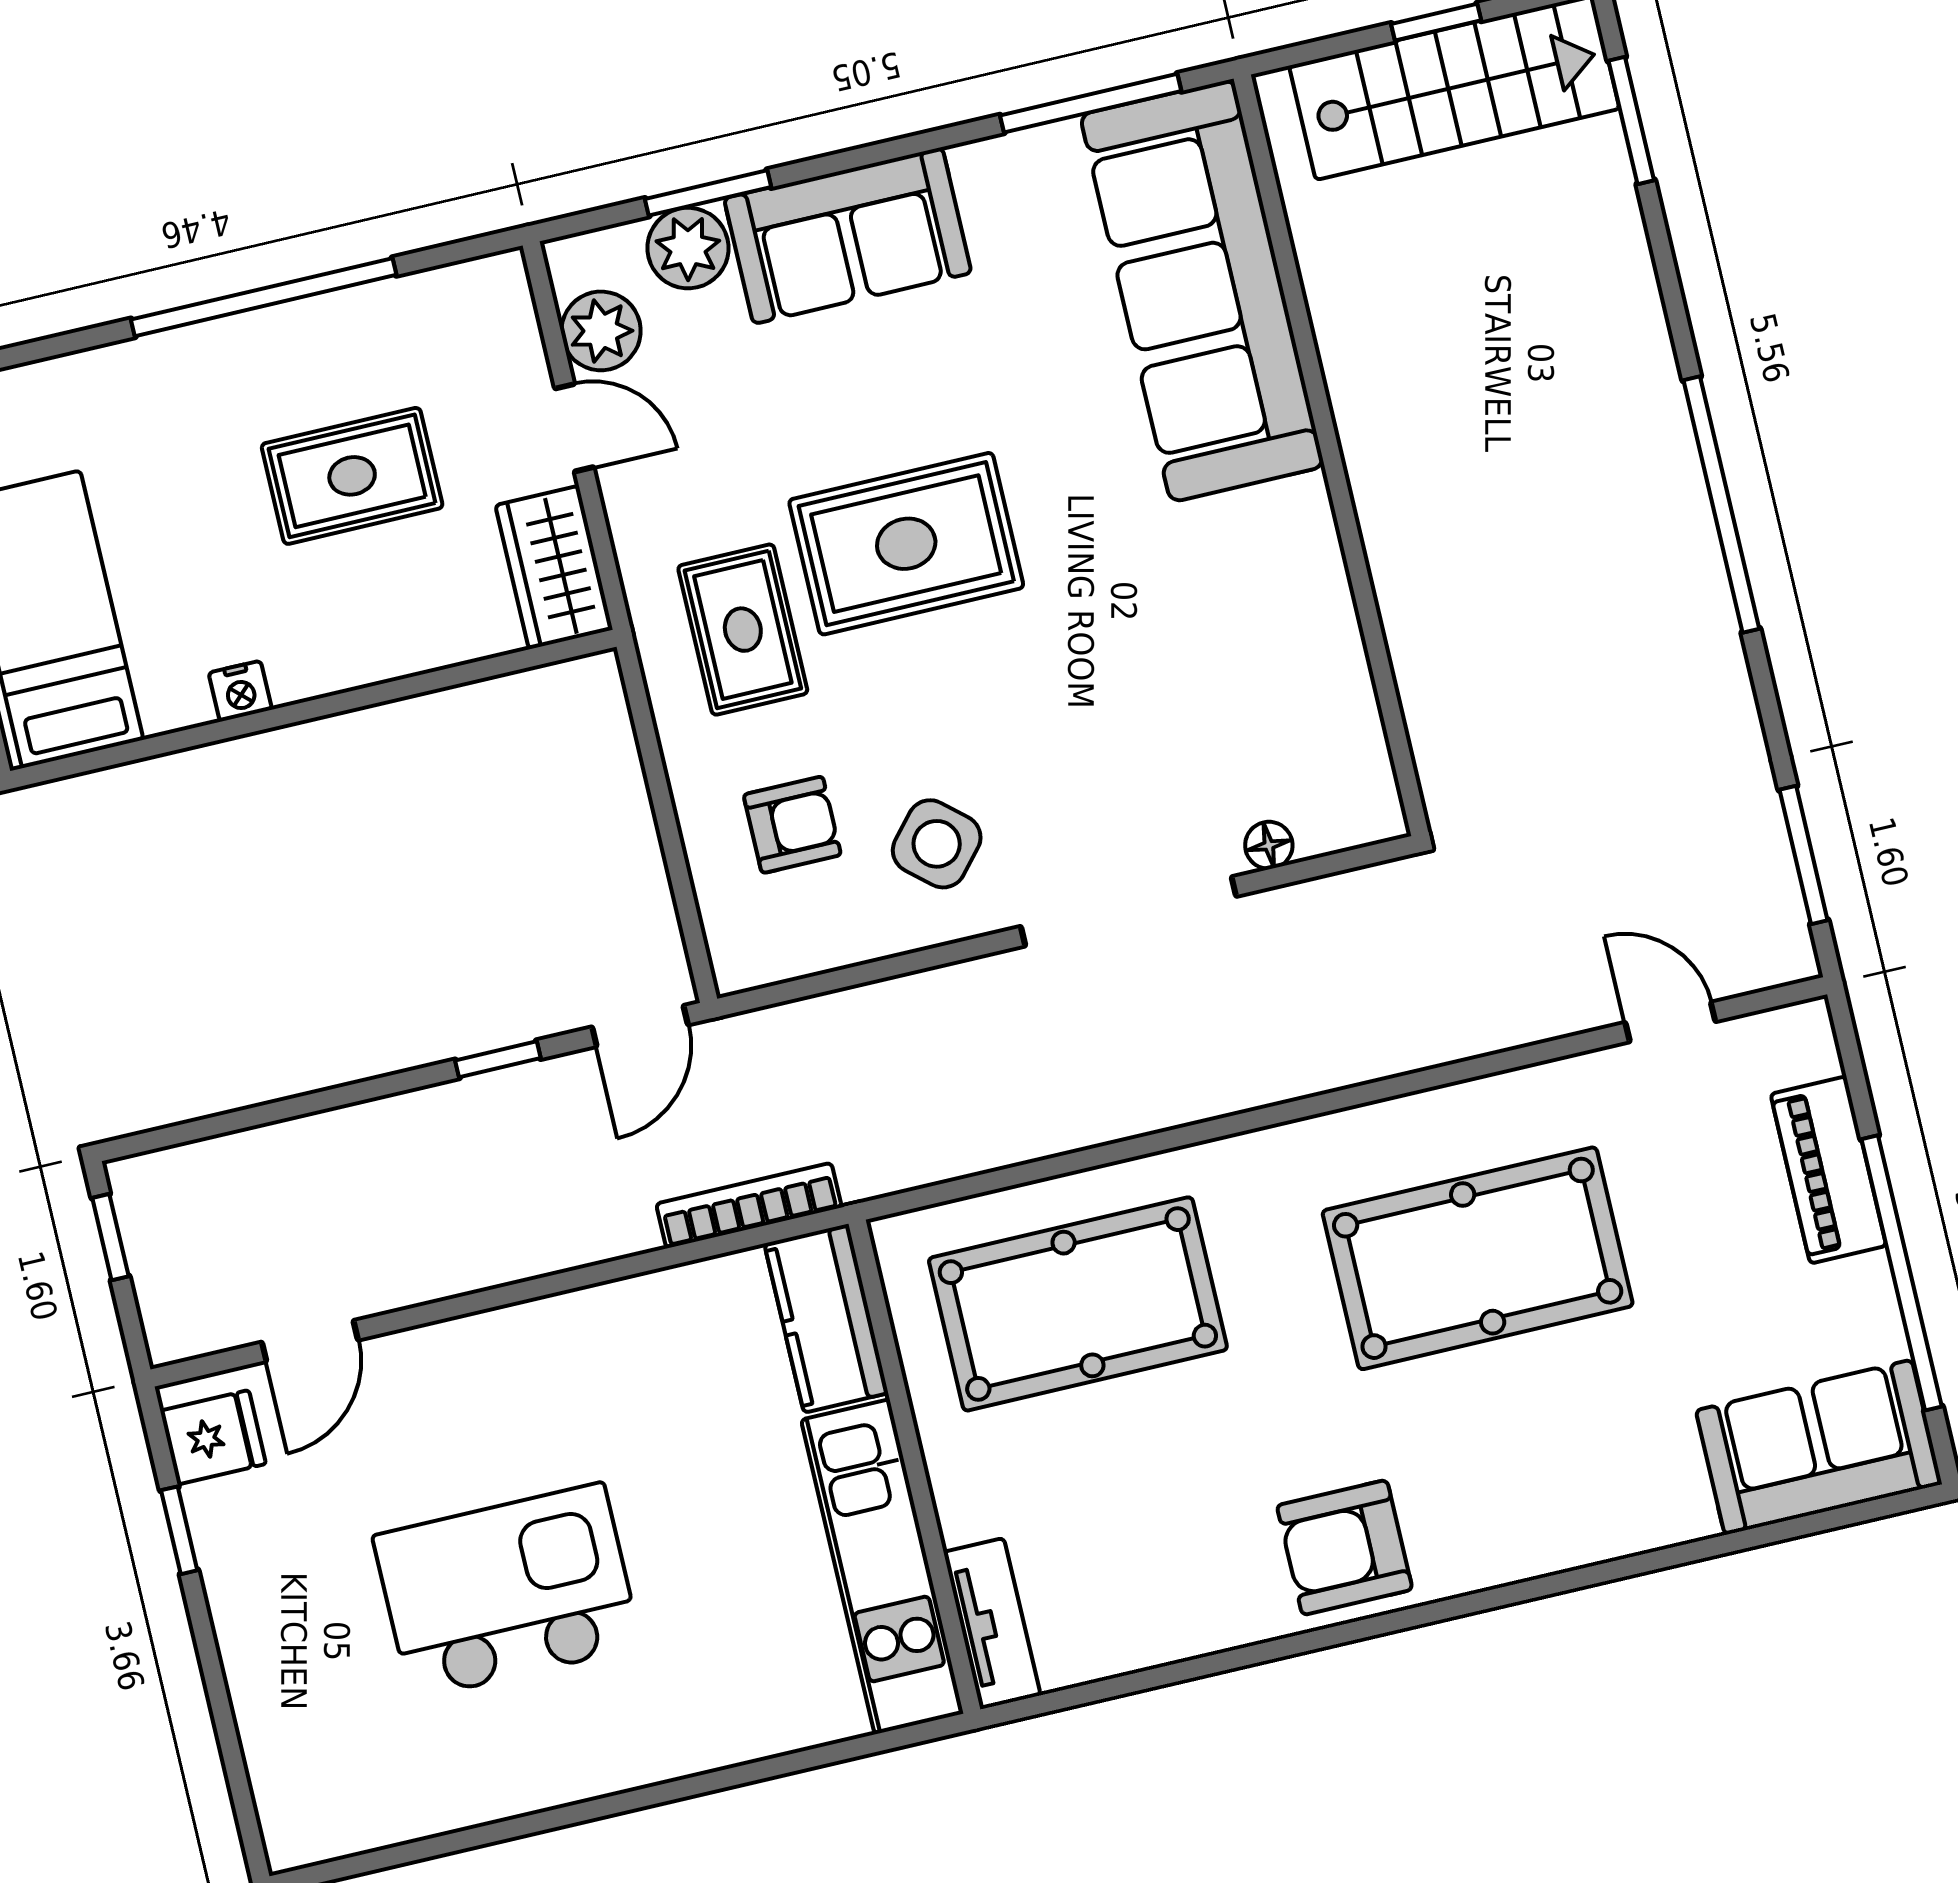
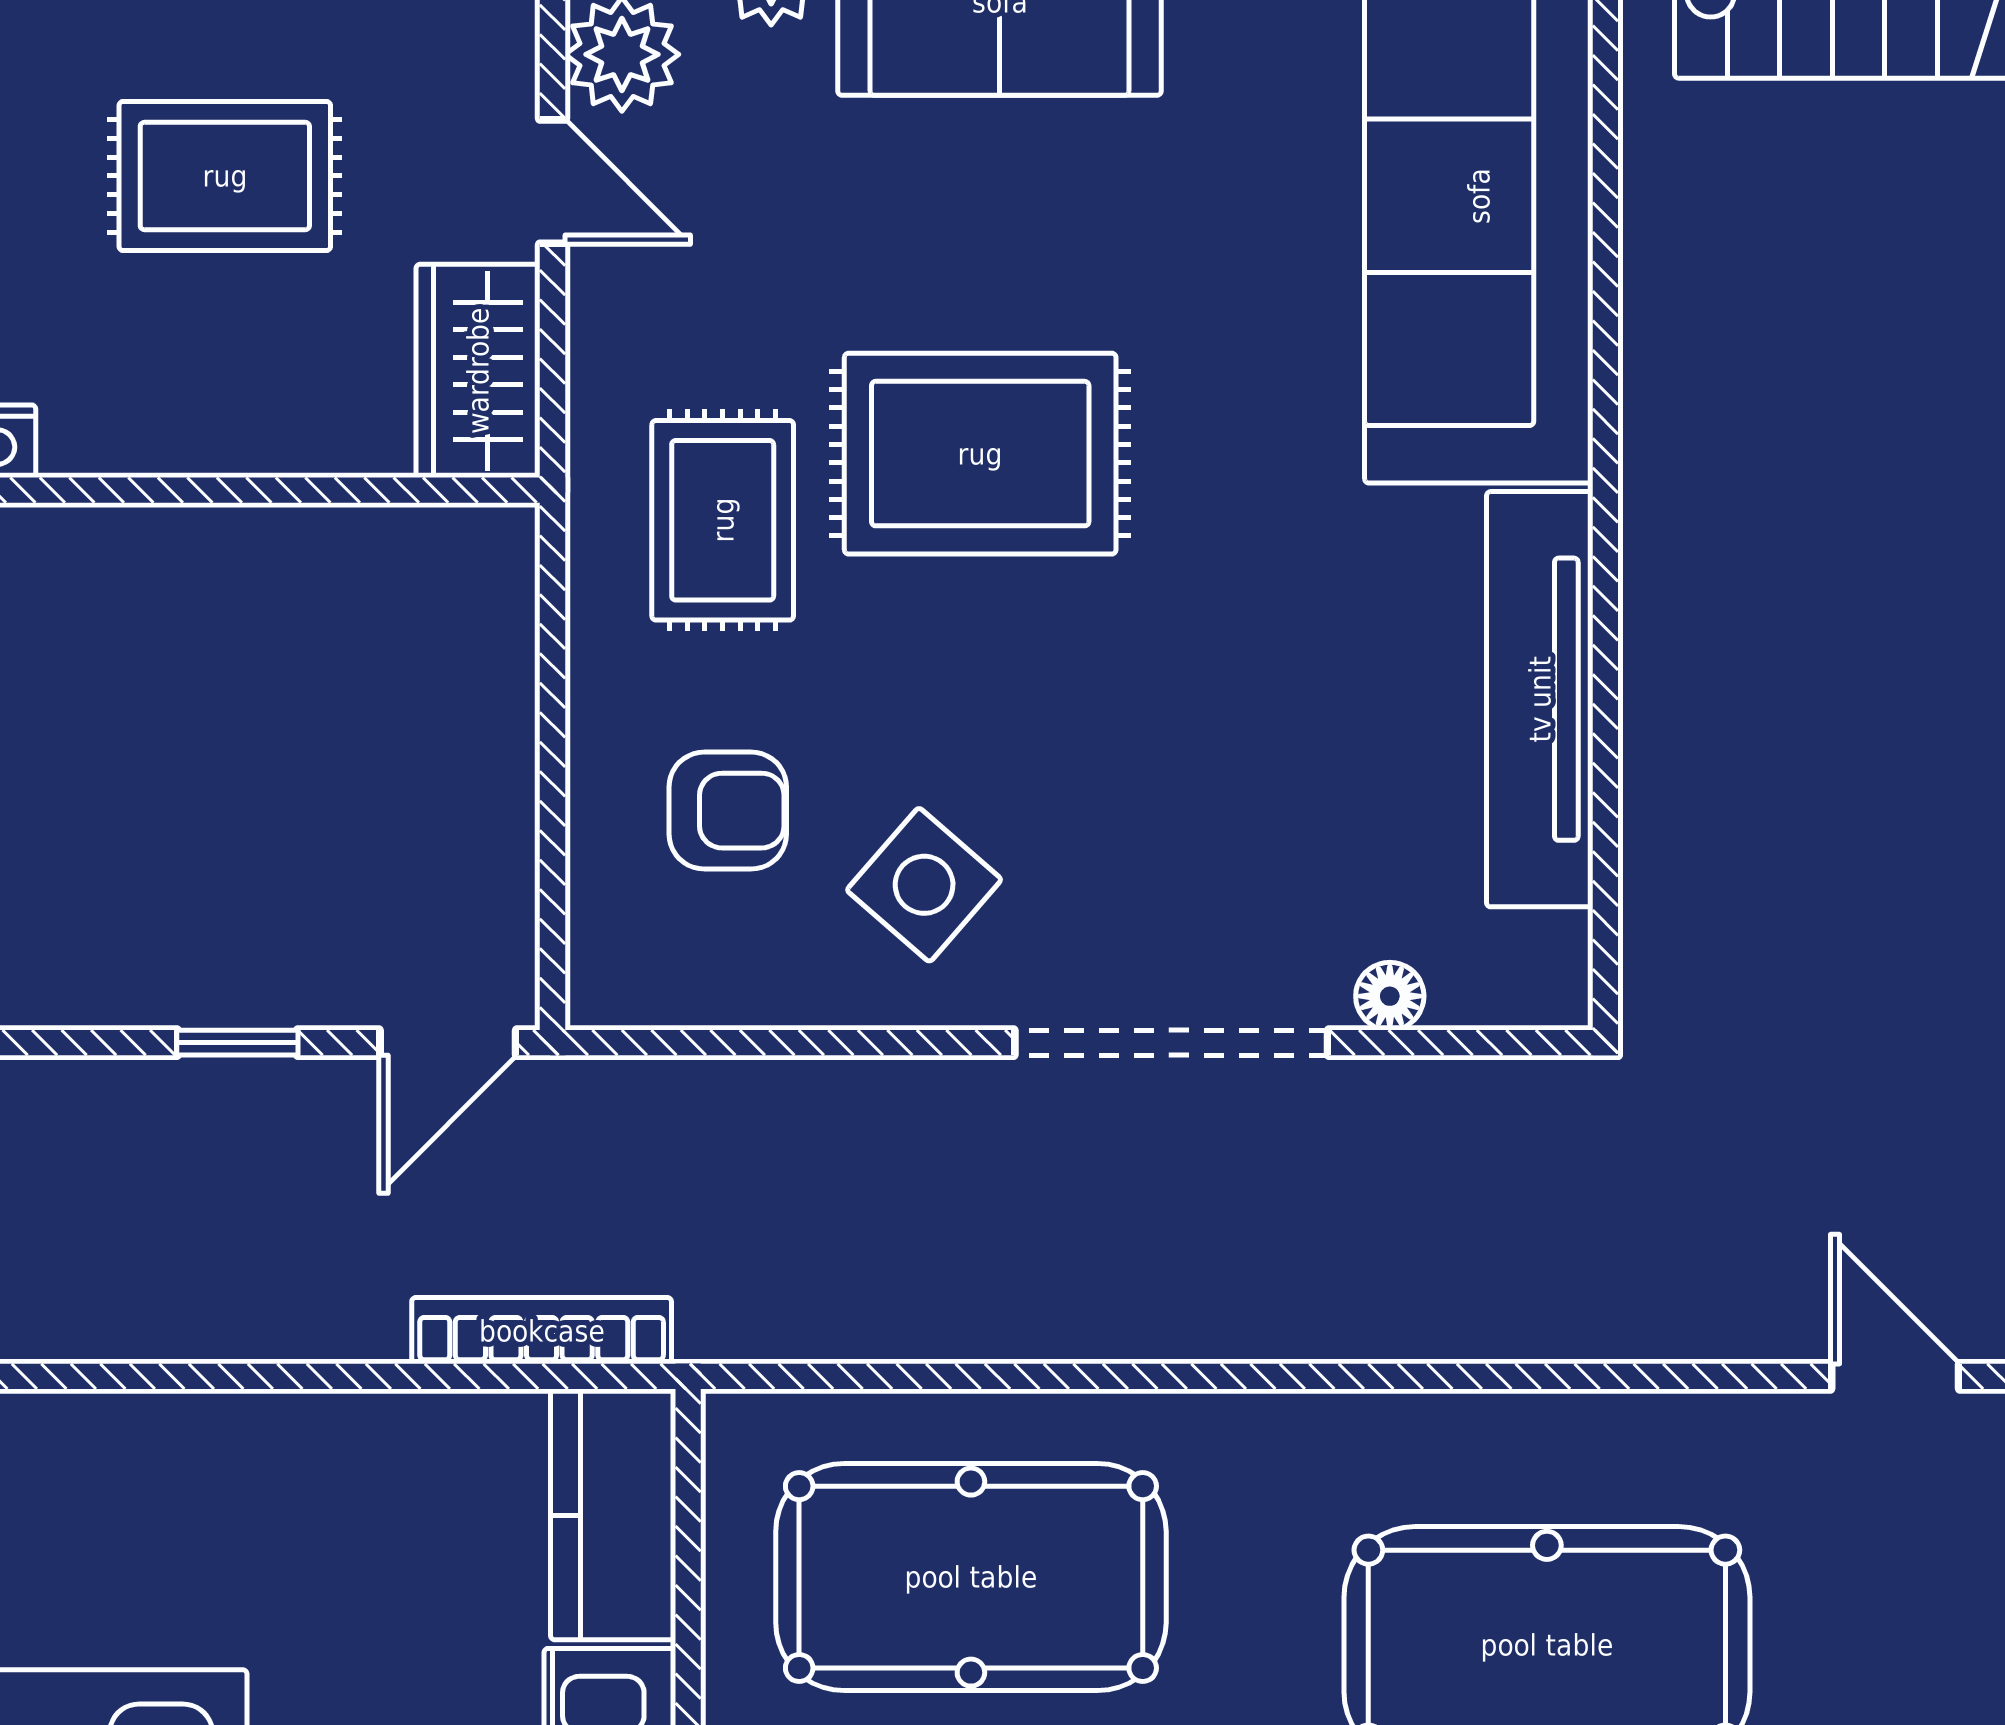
tv unit: (1323, 621) -> (1540, 699), added

